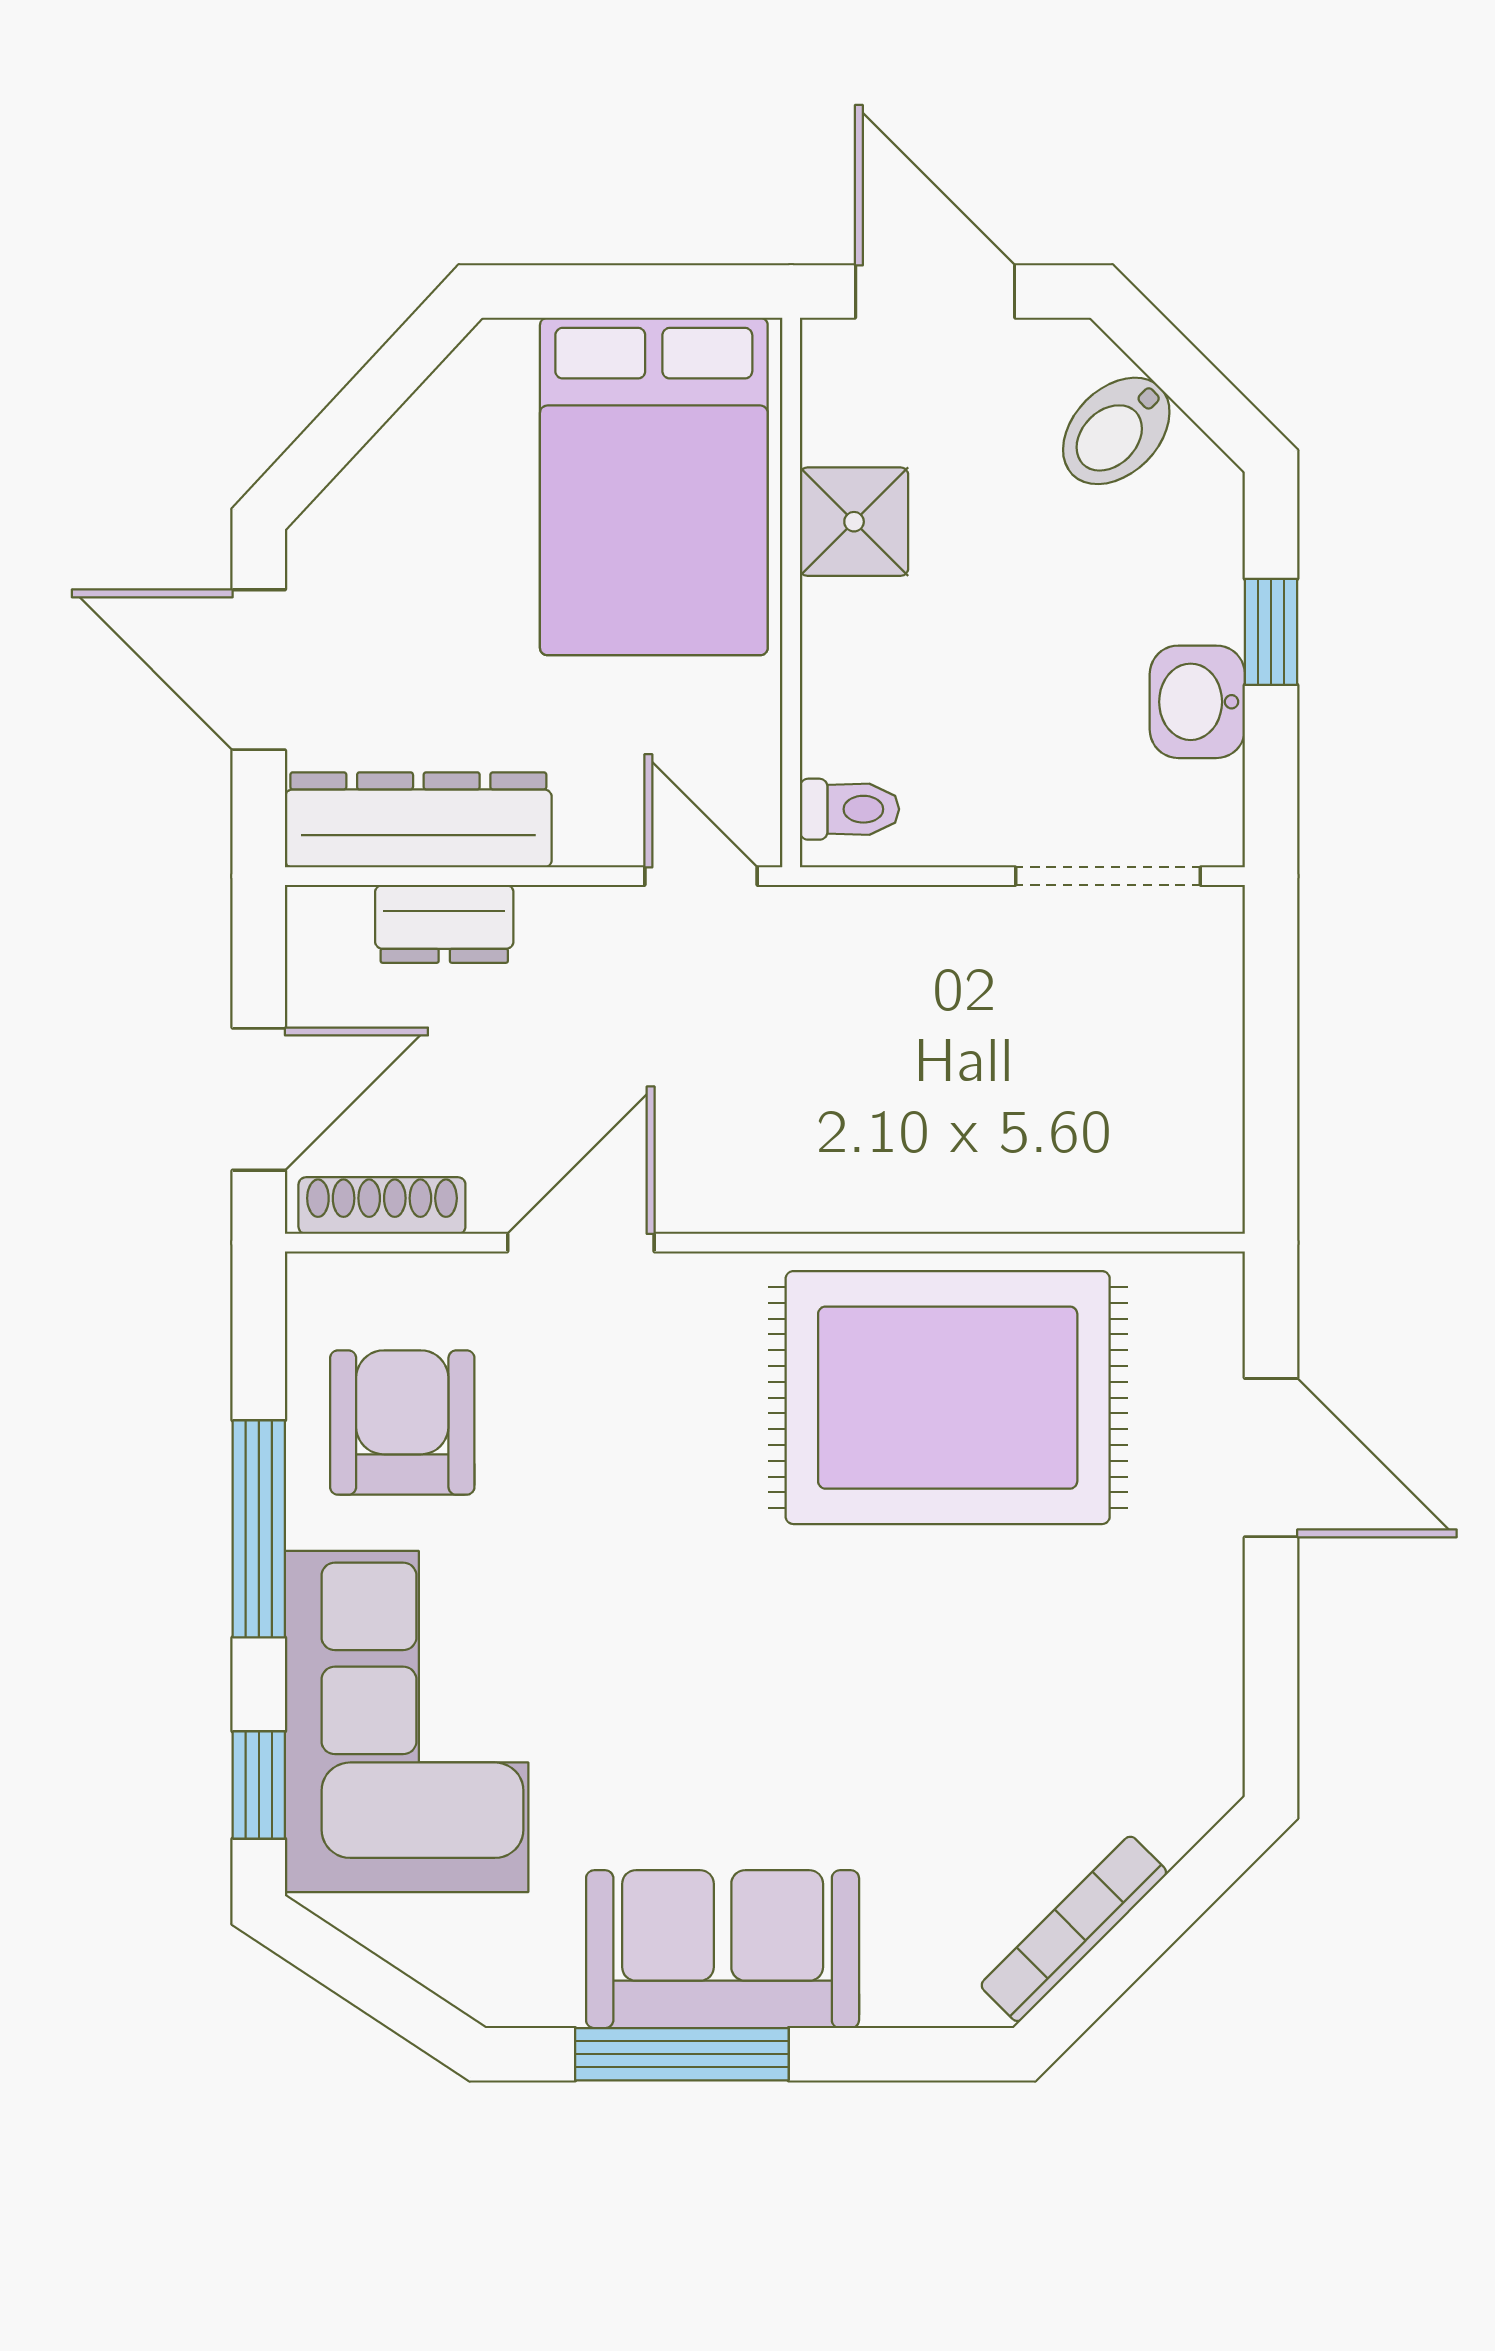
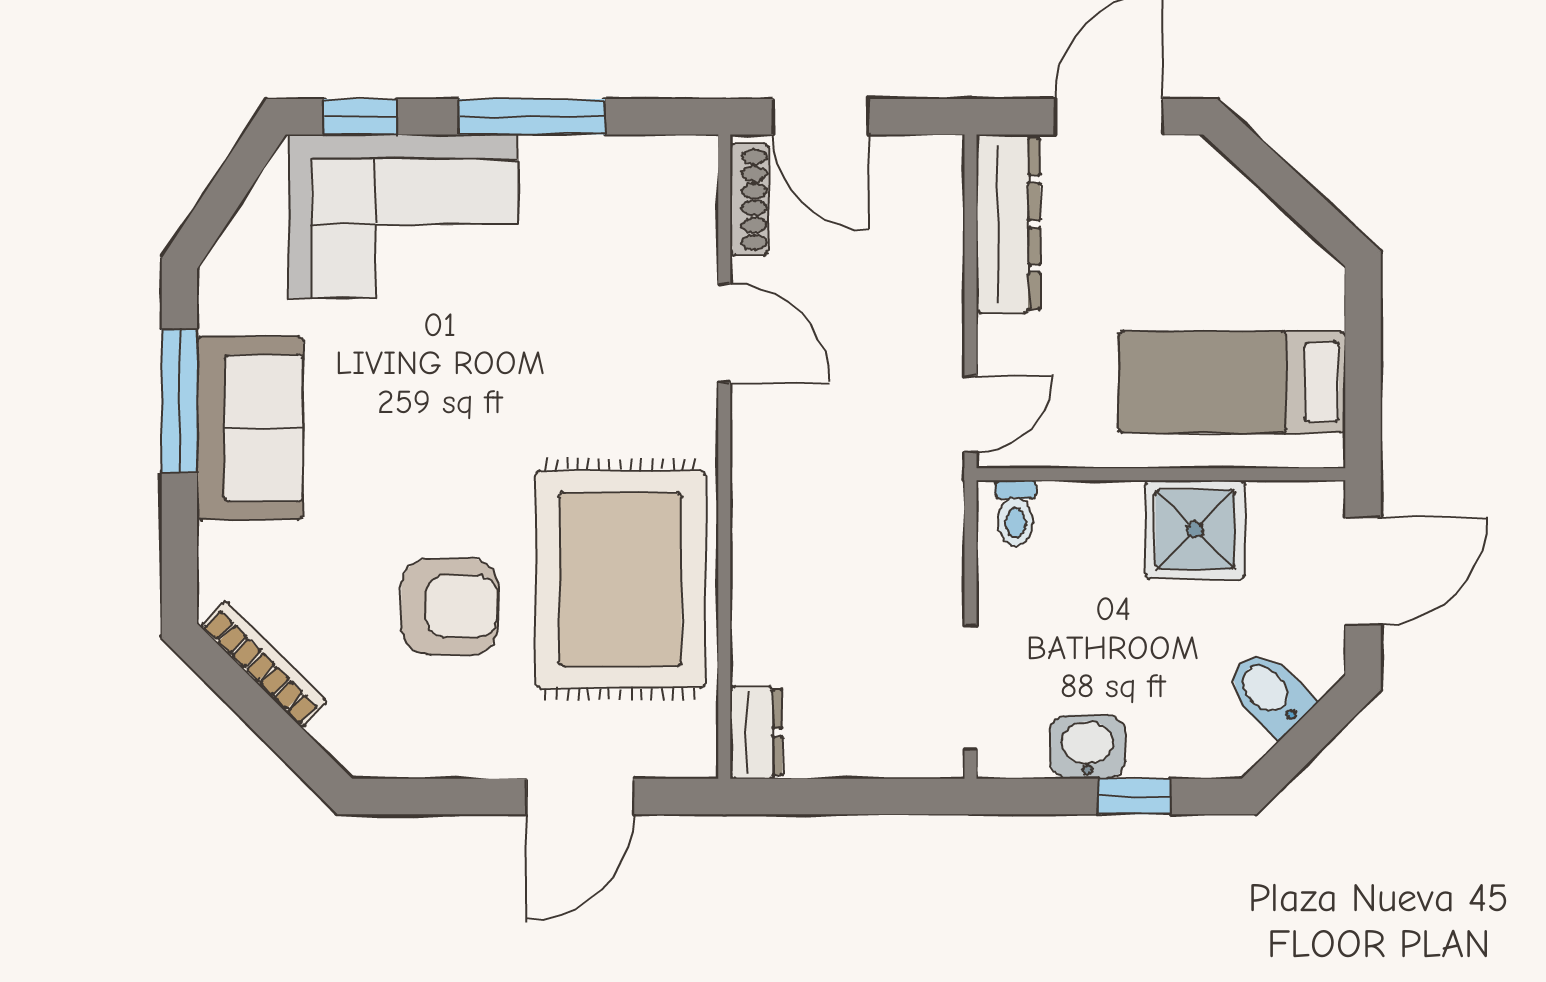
bed: (654, 486) -> (1232, 382), width x0.67
shower: (854, 522) -> (1195, 530), width x1.36, depth x1.36
dresser: (444, 924) -> (756, 732), moved, turned 180
armchair: (402, 1423) -> (450, 607), moved

